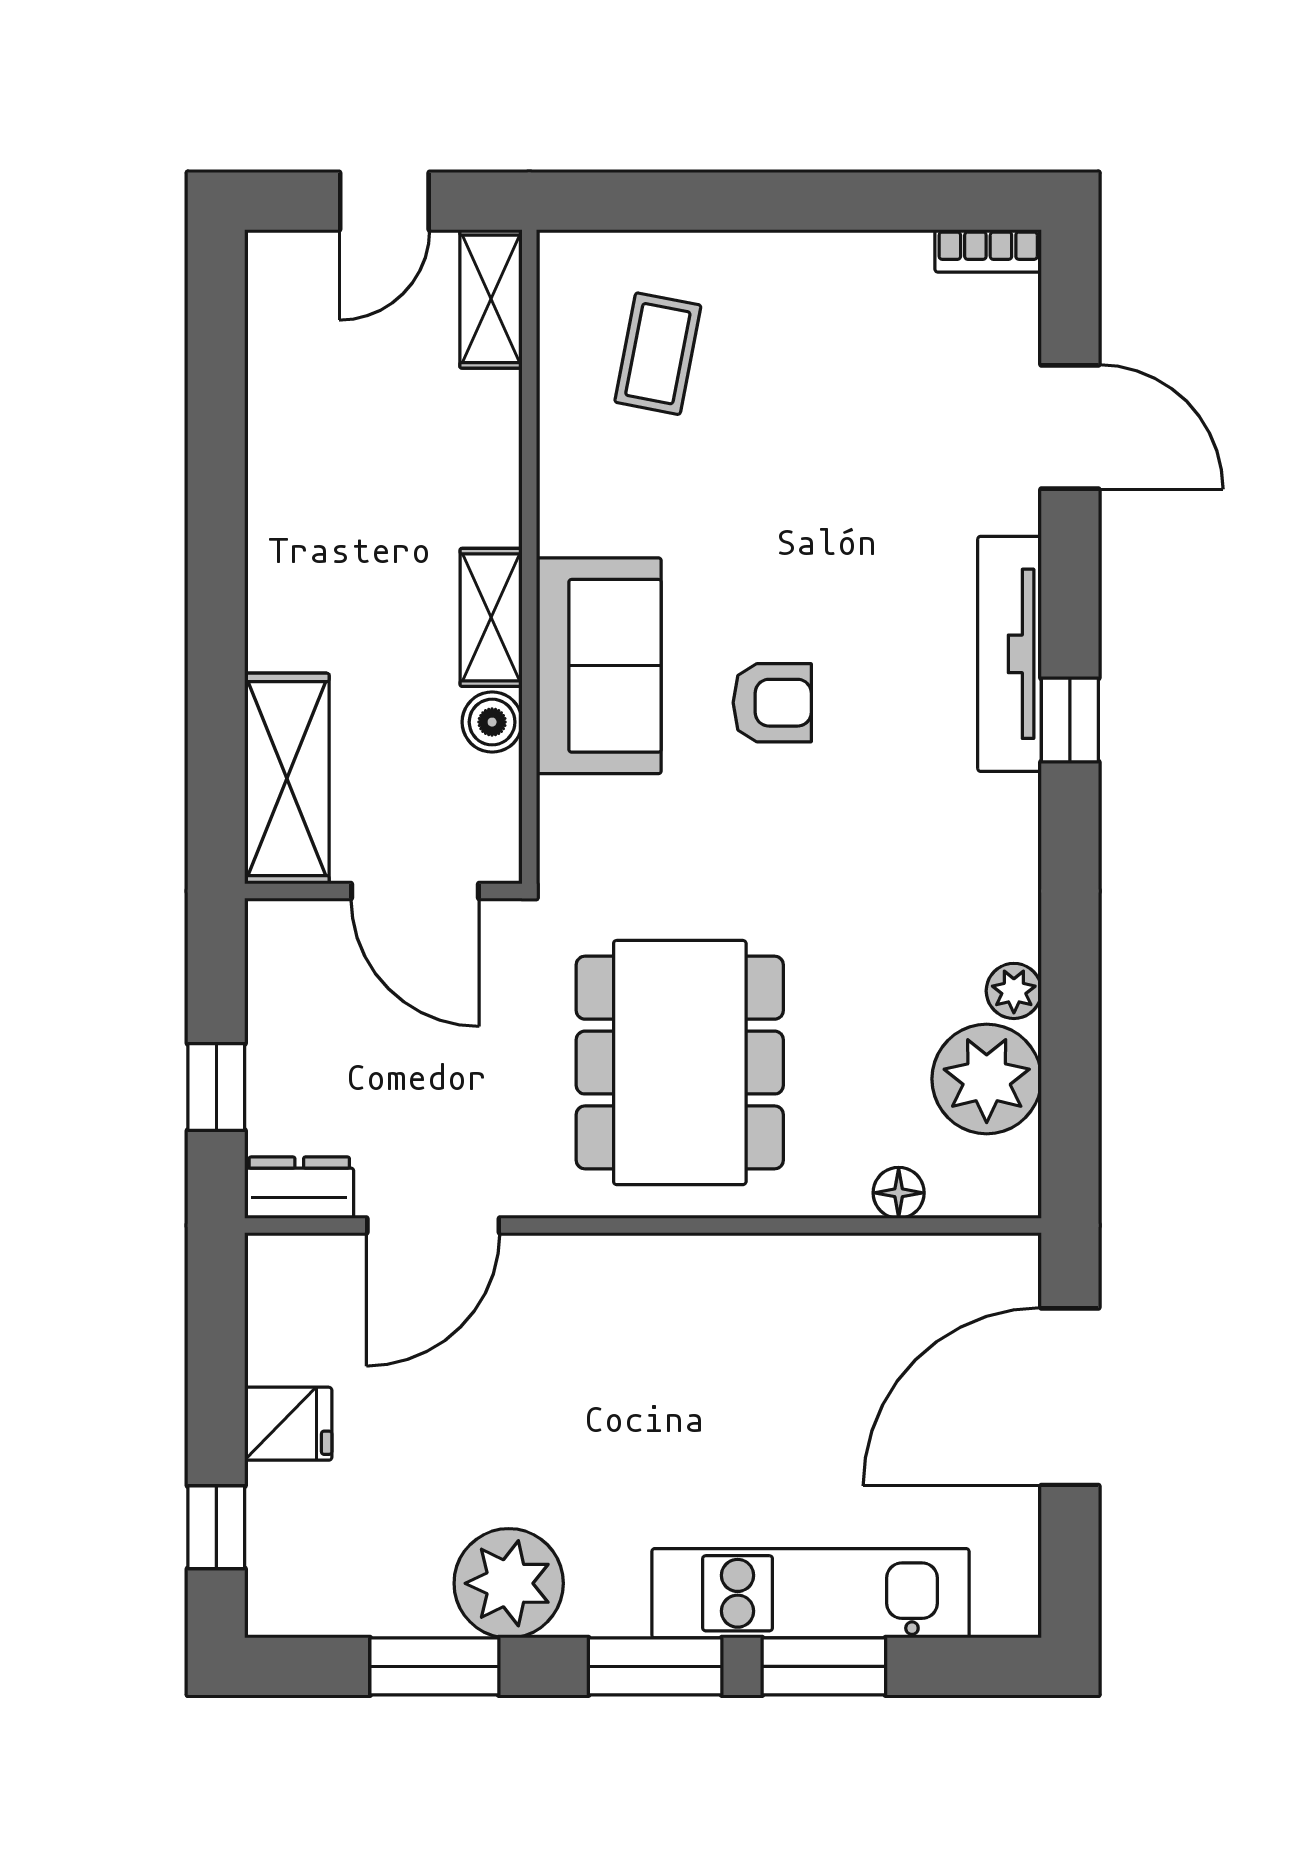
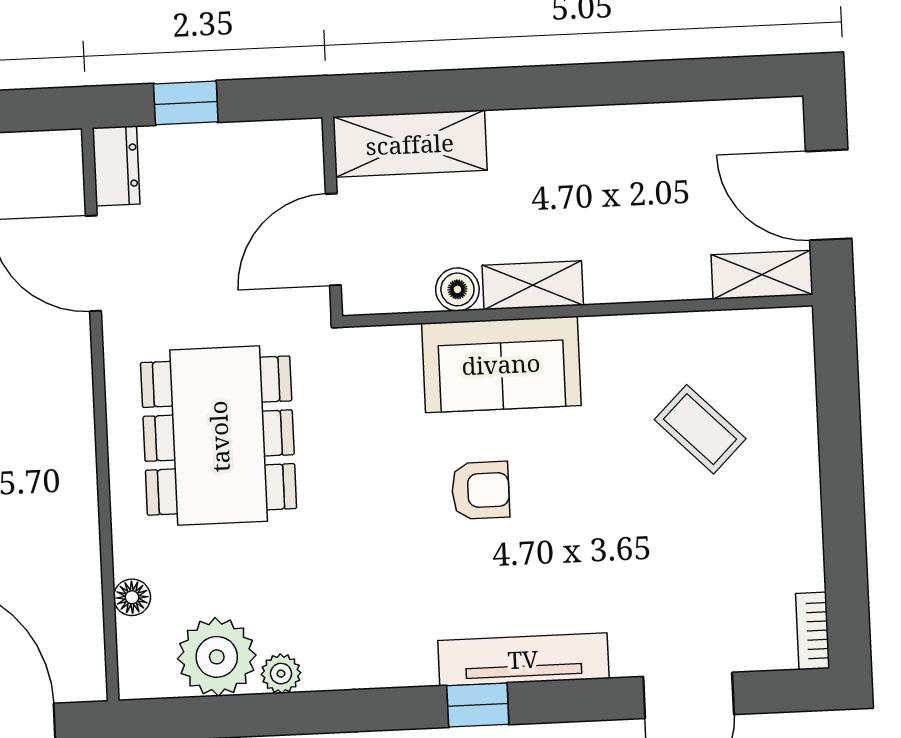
door: (384, 201) -> (829, 195), width x1.38
coffee table: (658, 354) -> (700, 429), moved, turned 34
armchair: (772, 703) -> (480, 490), turned -90
dining table: (680, 1063) -> (219, 436), turned 90

